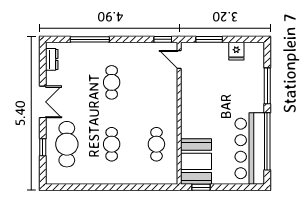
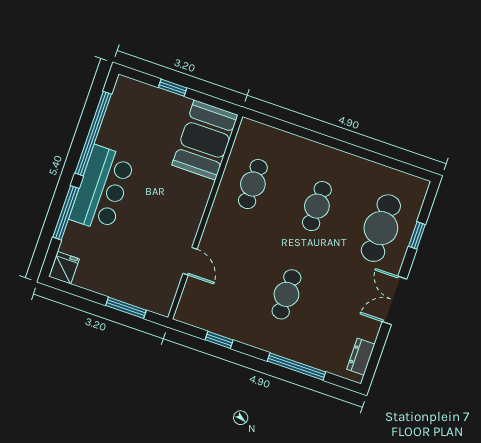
window: (163, 39) -> (219, 340), moved
fridge: (236, 51) -> (64, 268), moved
door: (179, 60) -> (190, 261), moved
bar counter: (250, 148) -> (102, 189), moved, width x0.73
window: (201, 187) -> (173, 88), moved

